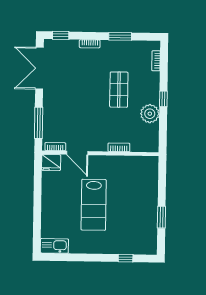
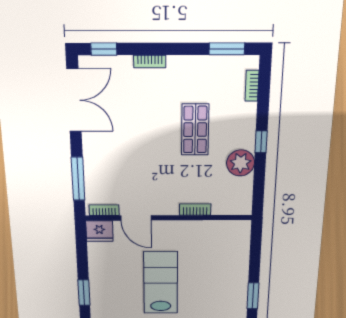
window: (120, 36) -> (227, 49), moved
double door: (39, 68) -> (74, 100), swing flipped
lab bench: (94, 205) -> (161, 283), turned 180
window: (37, 212) -> (84, 293), added

